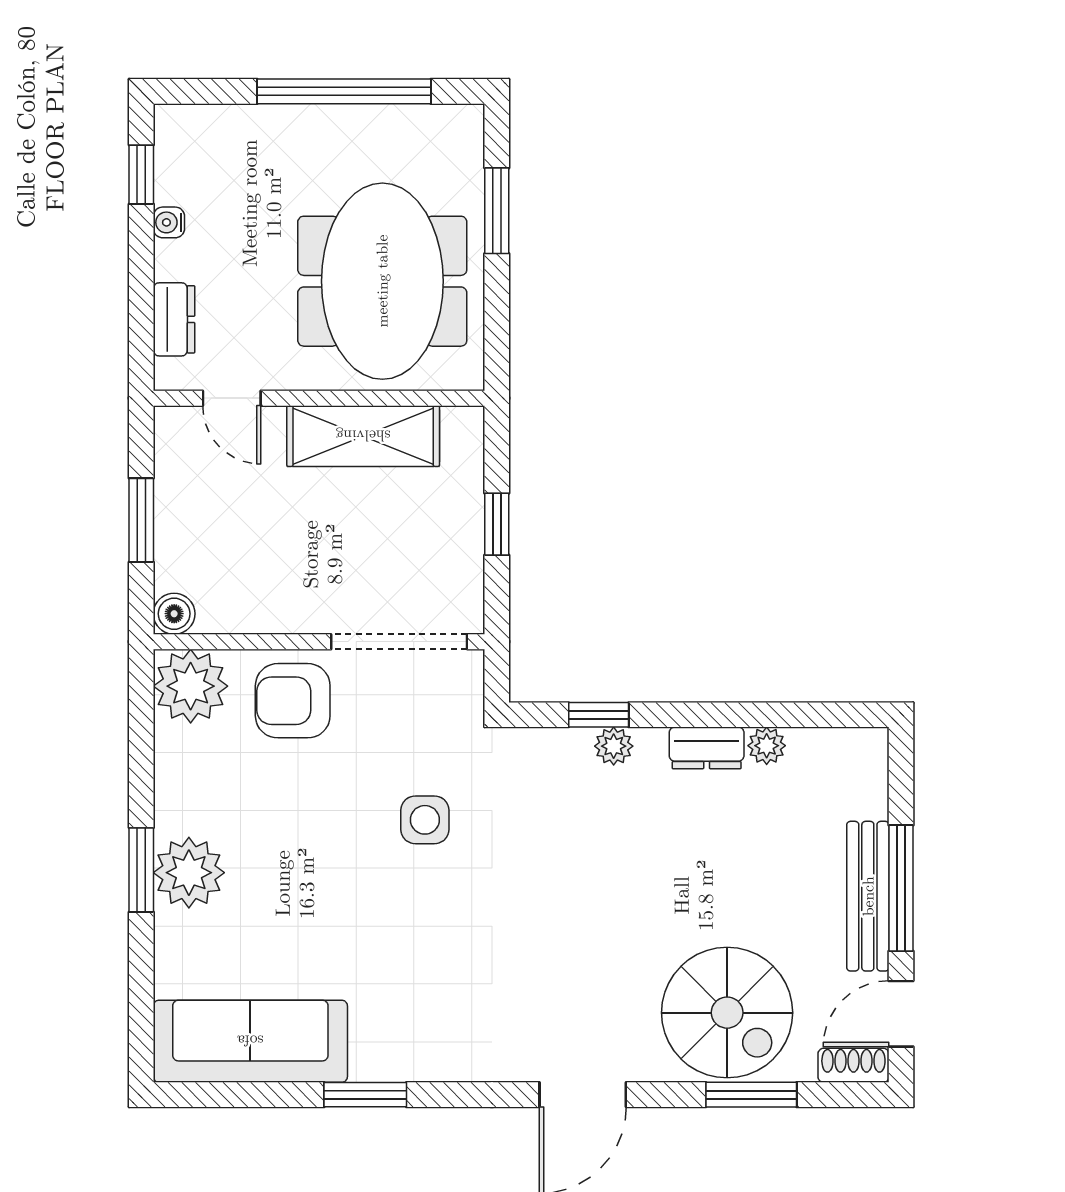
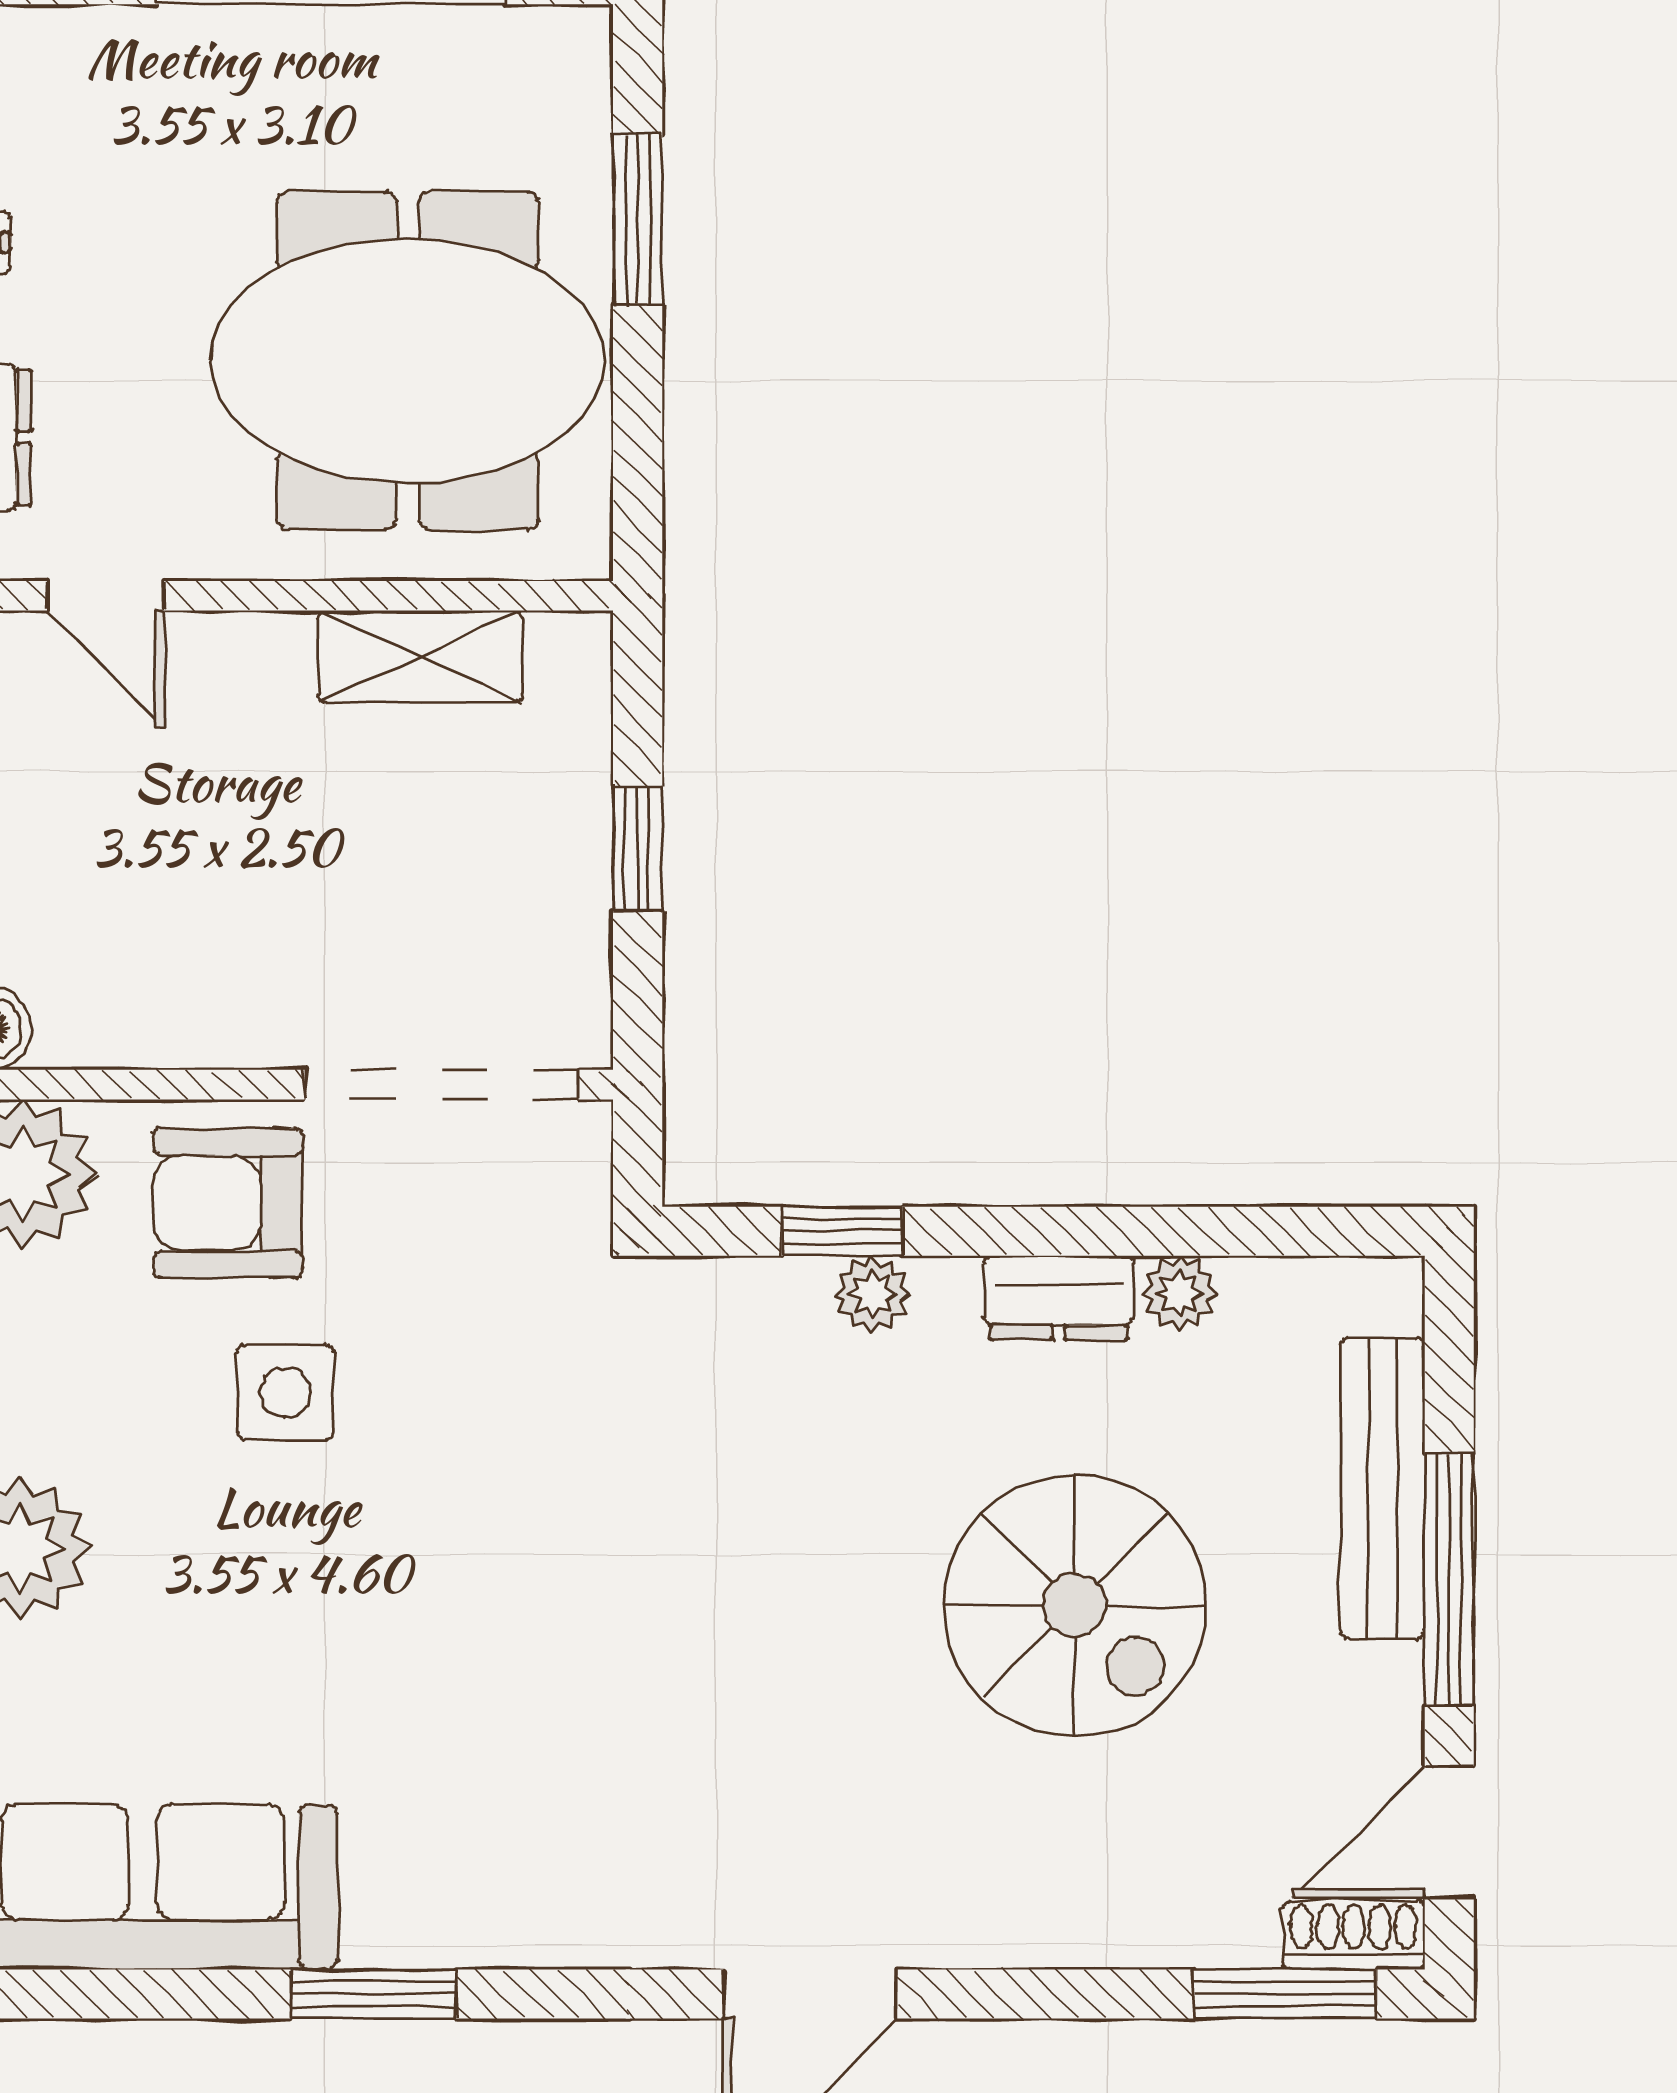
meeting table: (382, 281) -> (408, 361), turned 90
shelving: (363, 436) -> (420, 656), width x0.67, depth x0.75
side table: (425, 820) -> (285, 1392), moved
bench: (868, 896) -> (1383, 1488), moved
spiral stairs: (727, 1013) -> (1075, 1605), moved
window: (751, 1095) -> (1285, 1994), moved

